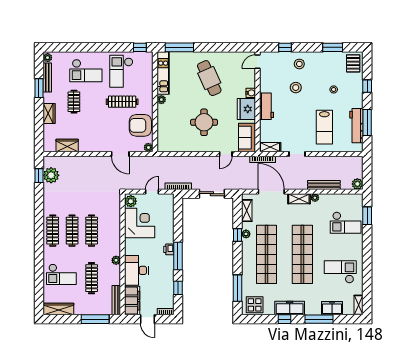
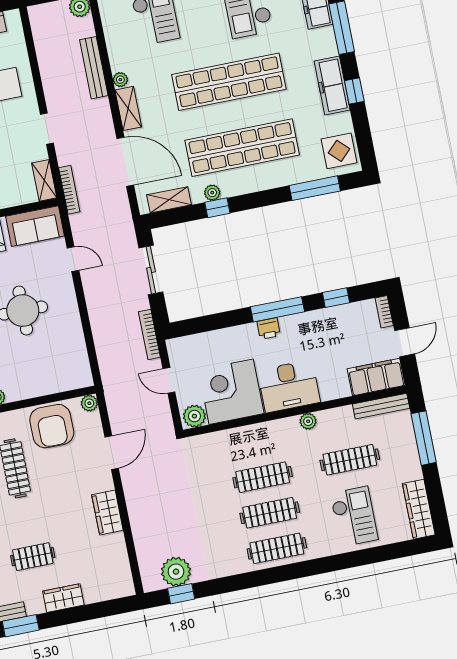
wardrobe: (67, 146) -> (107, 512), moved
door: (271, 192) -> (125, 162), swing flipped
desk: (136, 270) -> (289, 386), moved

